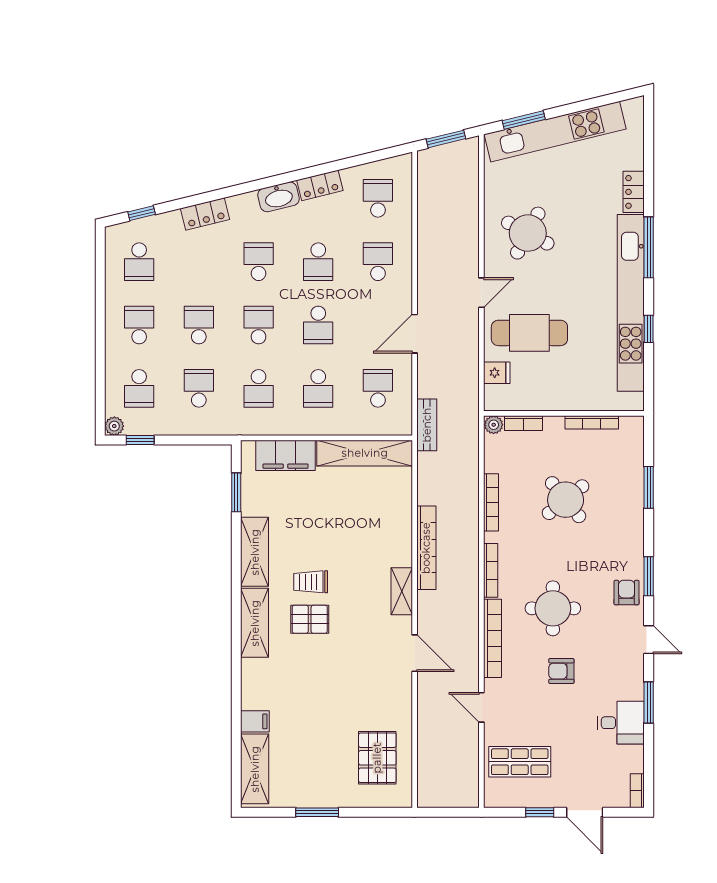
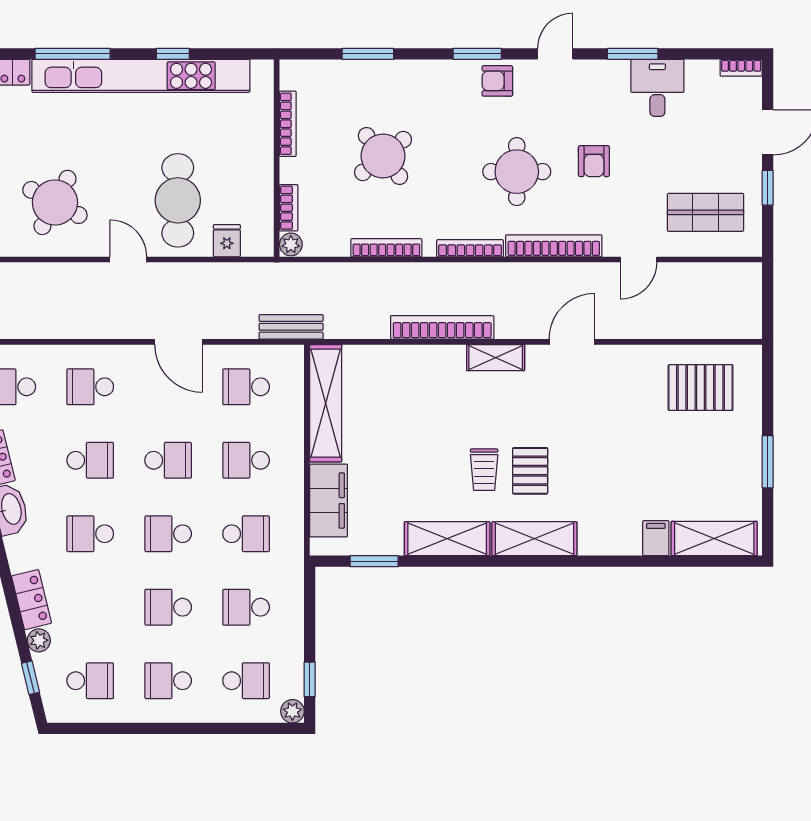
plant: (172, 220) -> (39, 640), added
school desk: (318, 388) -> (246, 460), turned 180
shop shelf: (520, 762) -> (705, 212), turned 90

